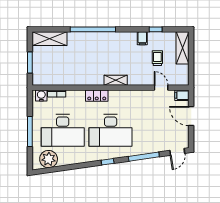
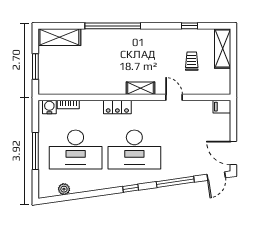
filing cabinet: (142, 38) -> (173, 37), removed
door: (161, 88) -> (174, 97), moved
door: (191, 116) -> (233, 153), moved
plant: (49, 159) -> (64, 189), width x0.53, depth x0.53

